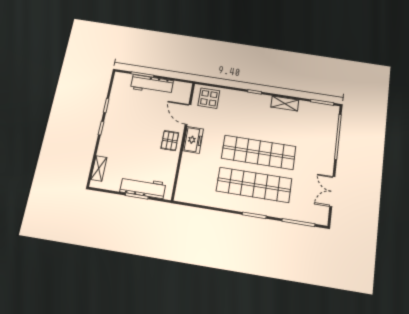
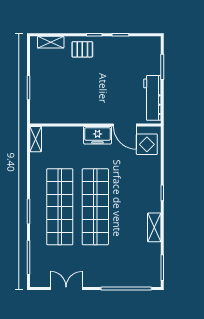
workbench: (152, 85) -> (152, 98), moved
door: (188, 114) -> (125, 125), swing flipped
pallet: (170, 141) -> (82, 49), moved
workbench: (143, 187) -> (38, 92), removed
shelving: (187, 197) -> (36, 139), added

